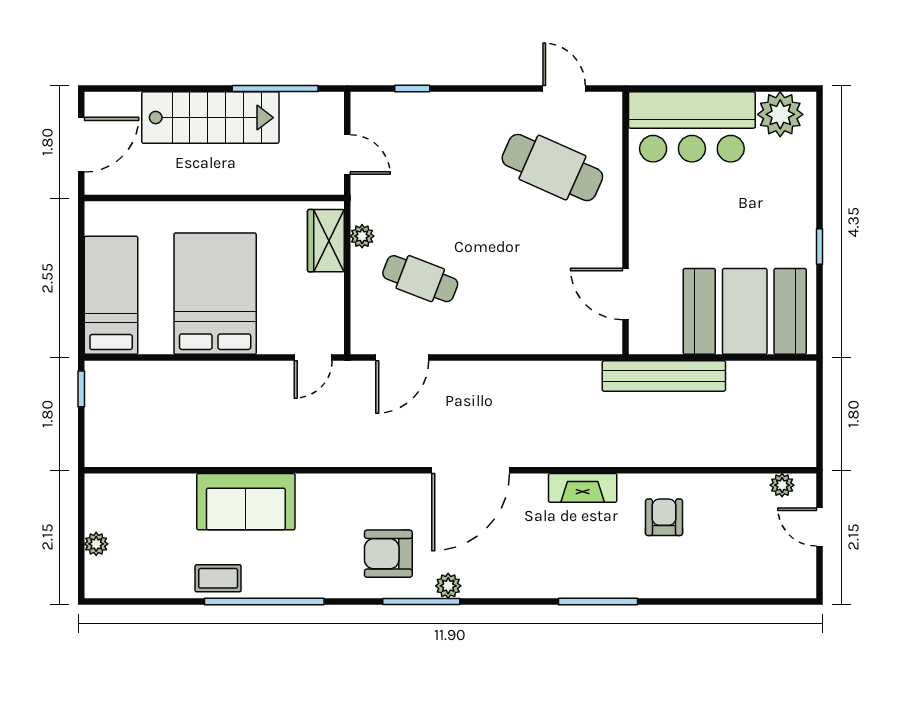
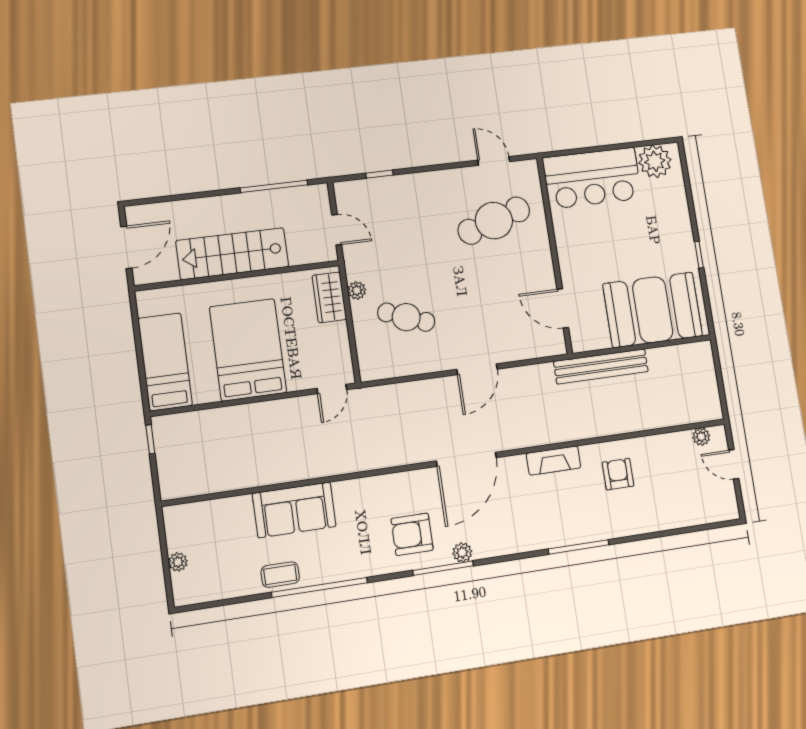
stairs: (210, 118) -> (232, 254), moved, turned 180
cafe table: (552, 168) -> (494, 221), turned -42
door: (402, 358) -> (477, 369), moved

